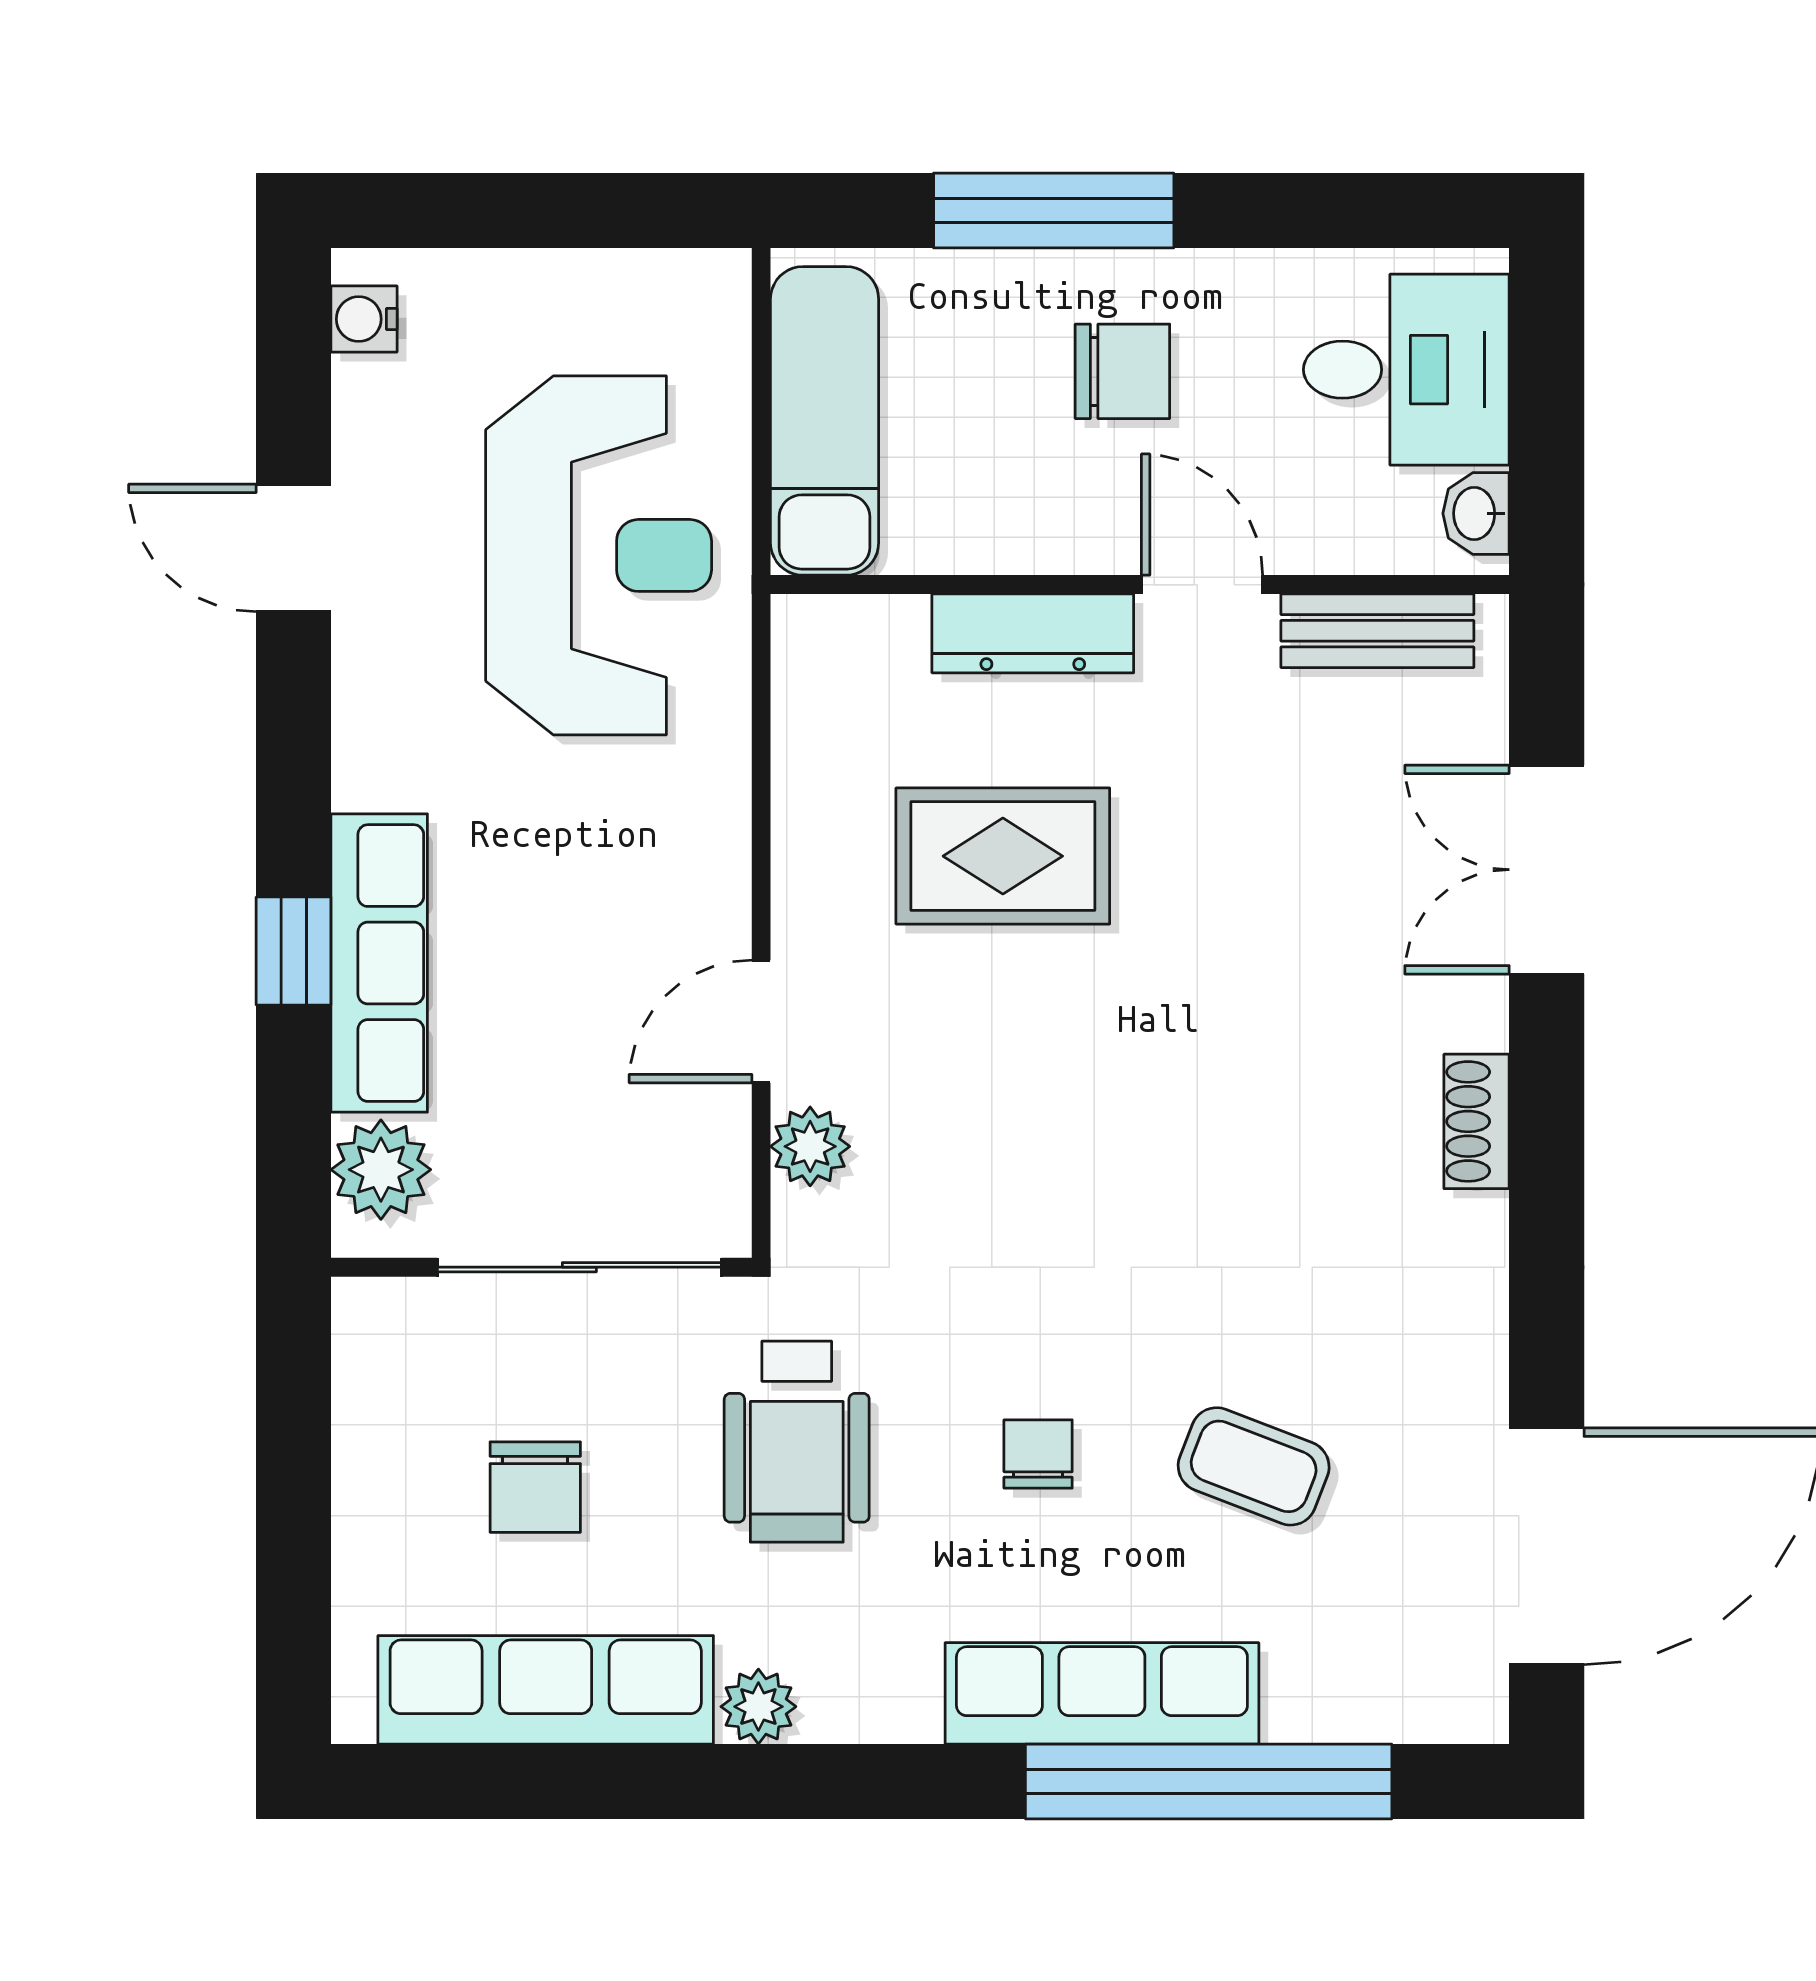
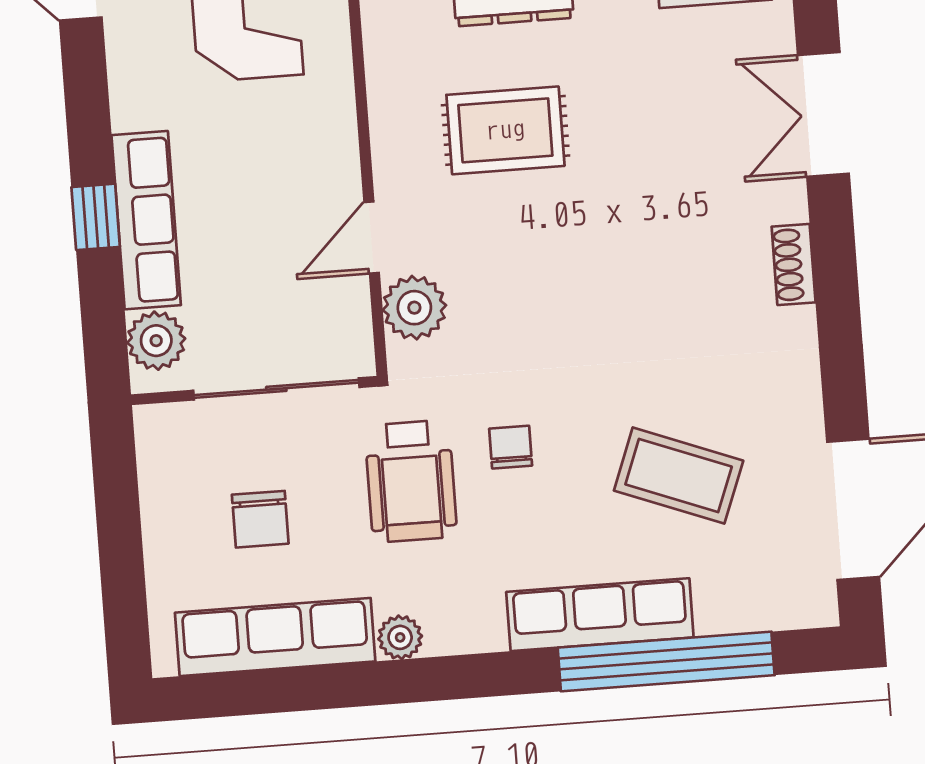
plant: (810, 1146) -> (414, 308), width x1.38, depth x1.38
chair: (1038, 1454) -> (511, 447), moved
coffee table: (1254, 1466) -> (679, 476), width x1.36, depth x1.30

